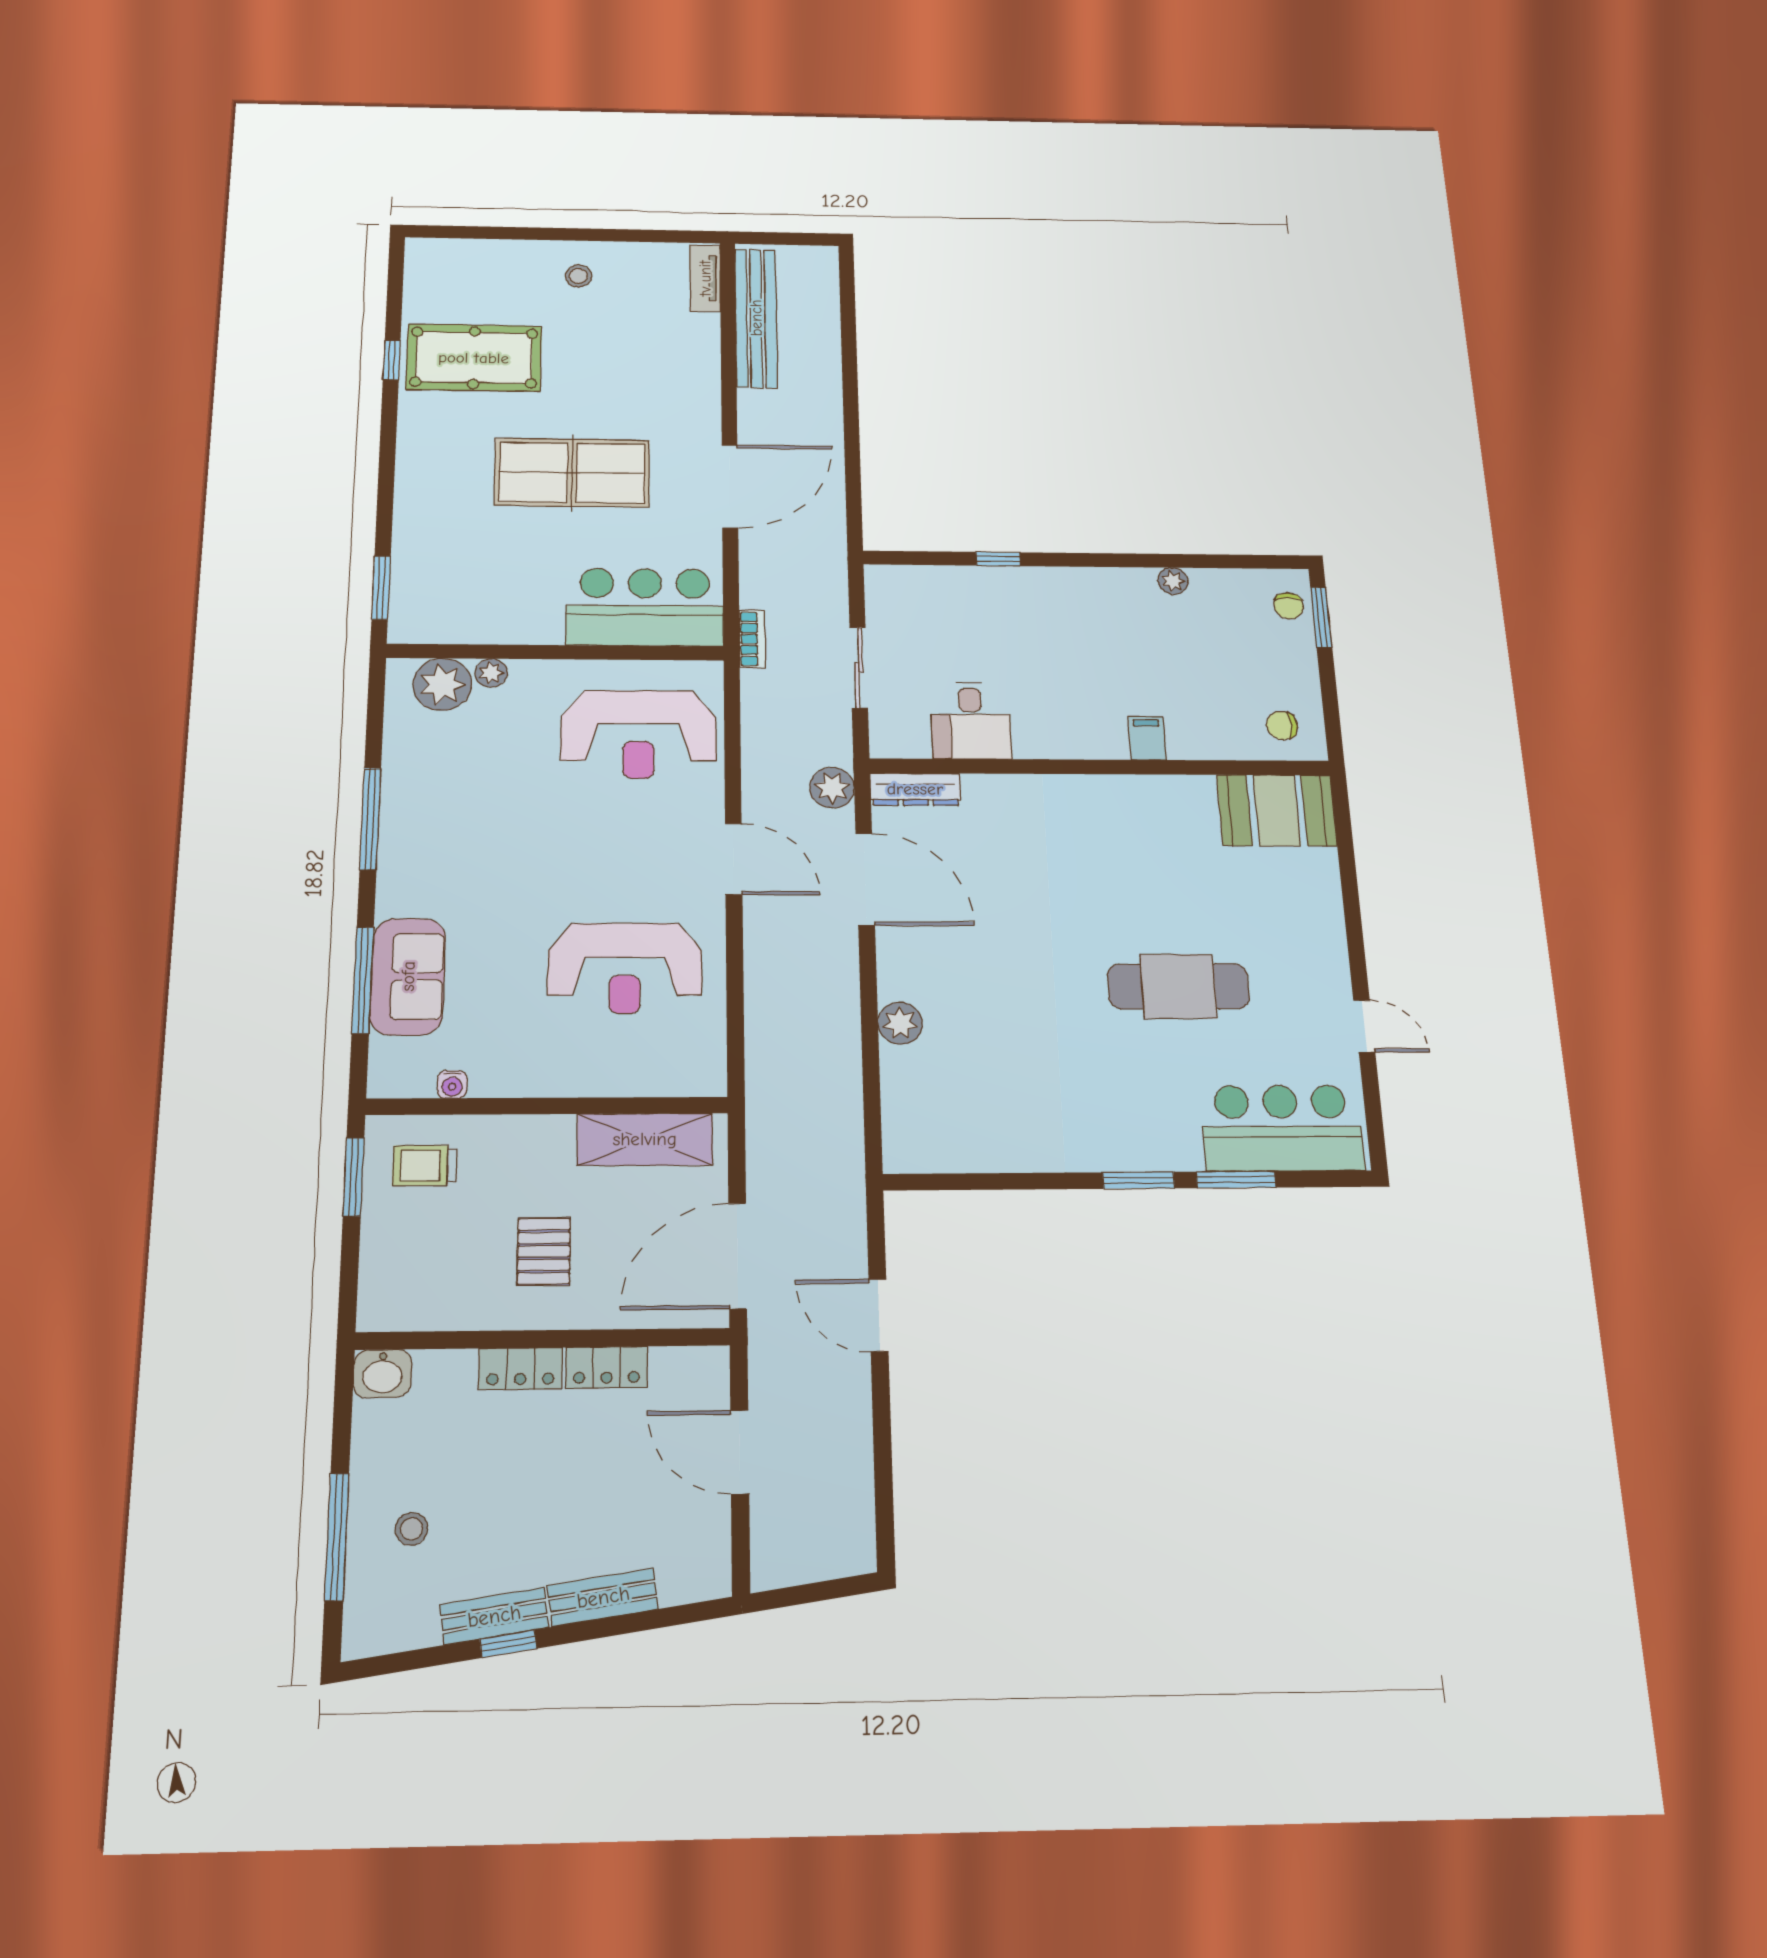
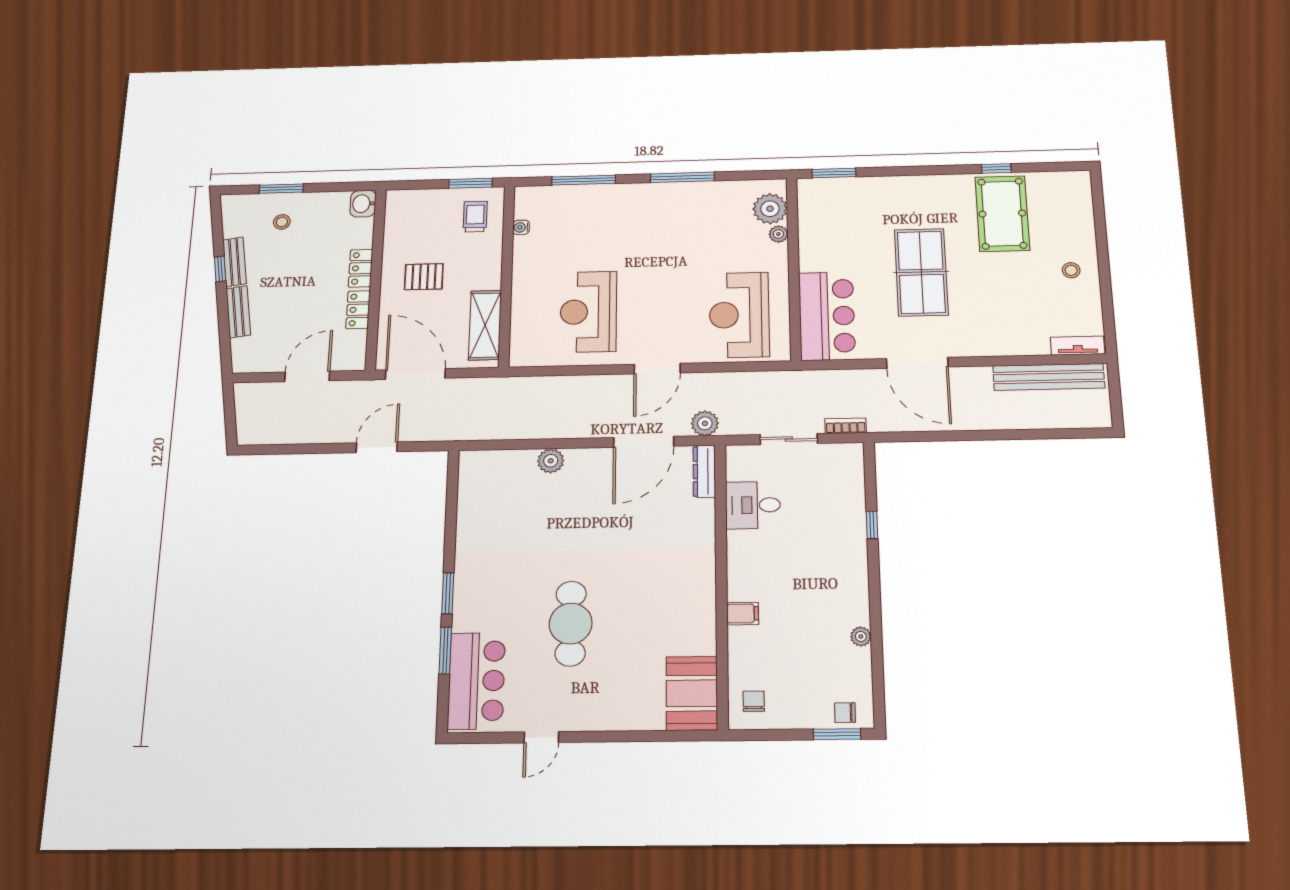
bookcase: (752, 639) -> (846, 426), moved, turned 180
sofa: (408, 976) -> (585, 202), removed
window: (337, 1537) -> (281, 189), width x0.69

